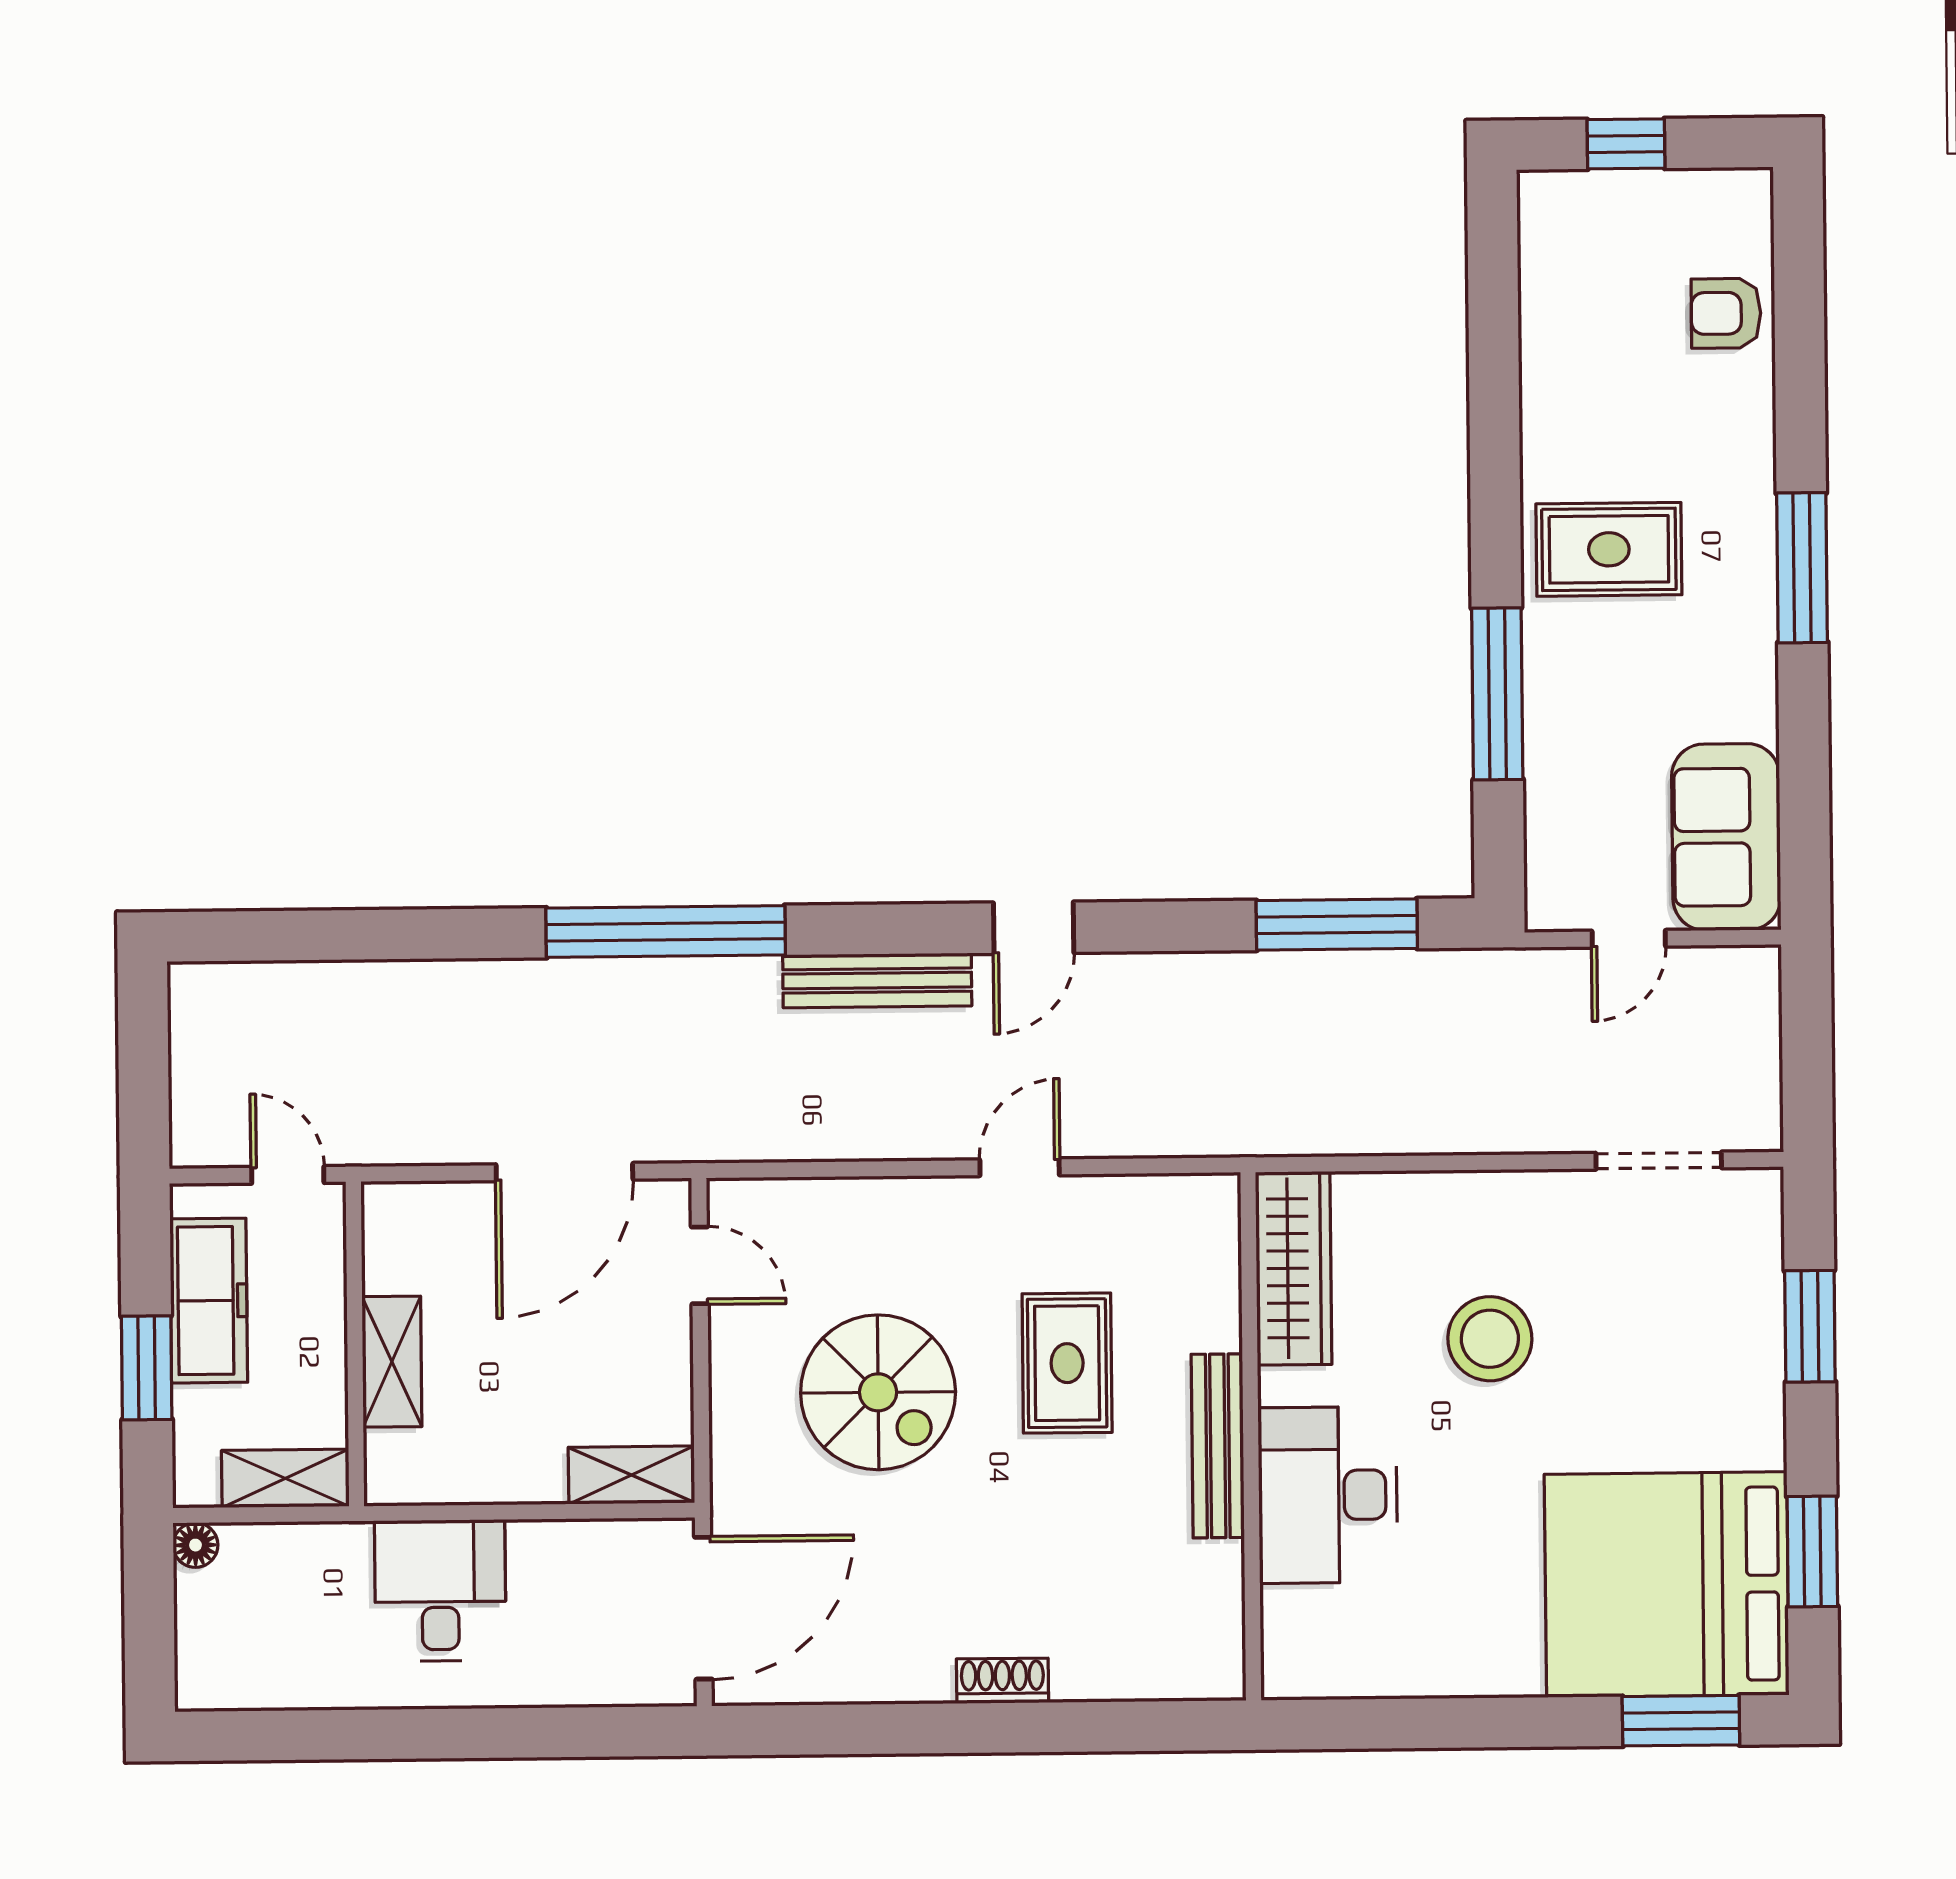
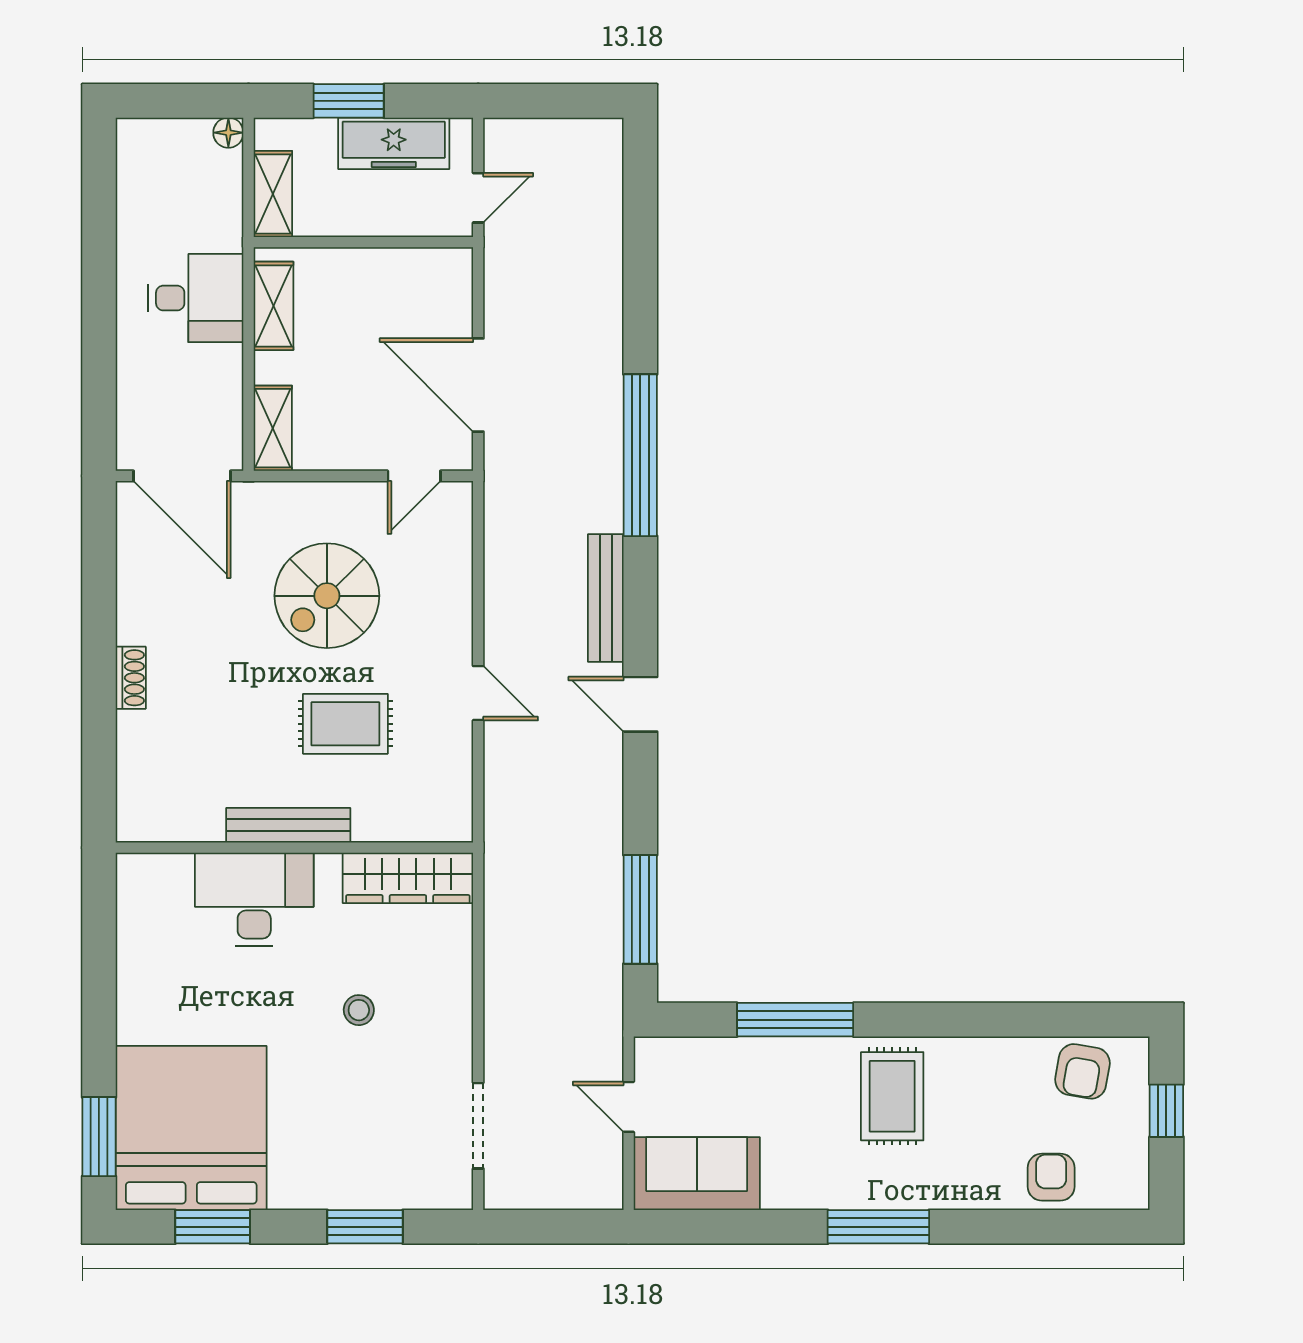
armchair: (1569, 269) -> (1082, 1071), added
stool: (1490, 1339) -> (359, 1010), width x0.53, depth x0.53
shelving: (392, 1362) -> (273, 306), moved, turned 90

